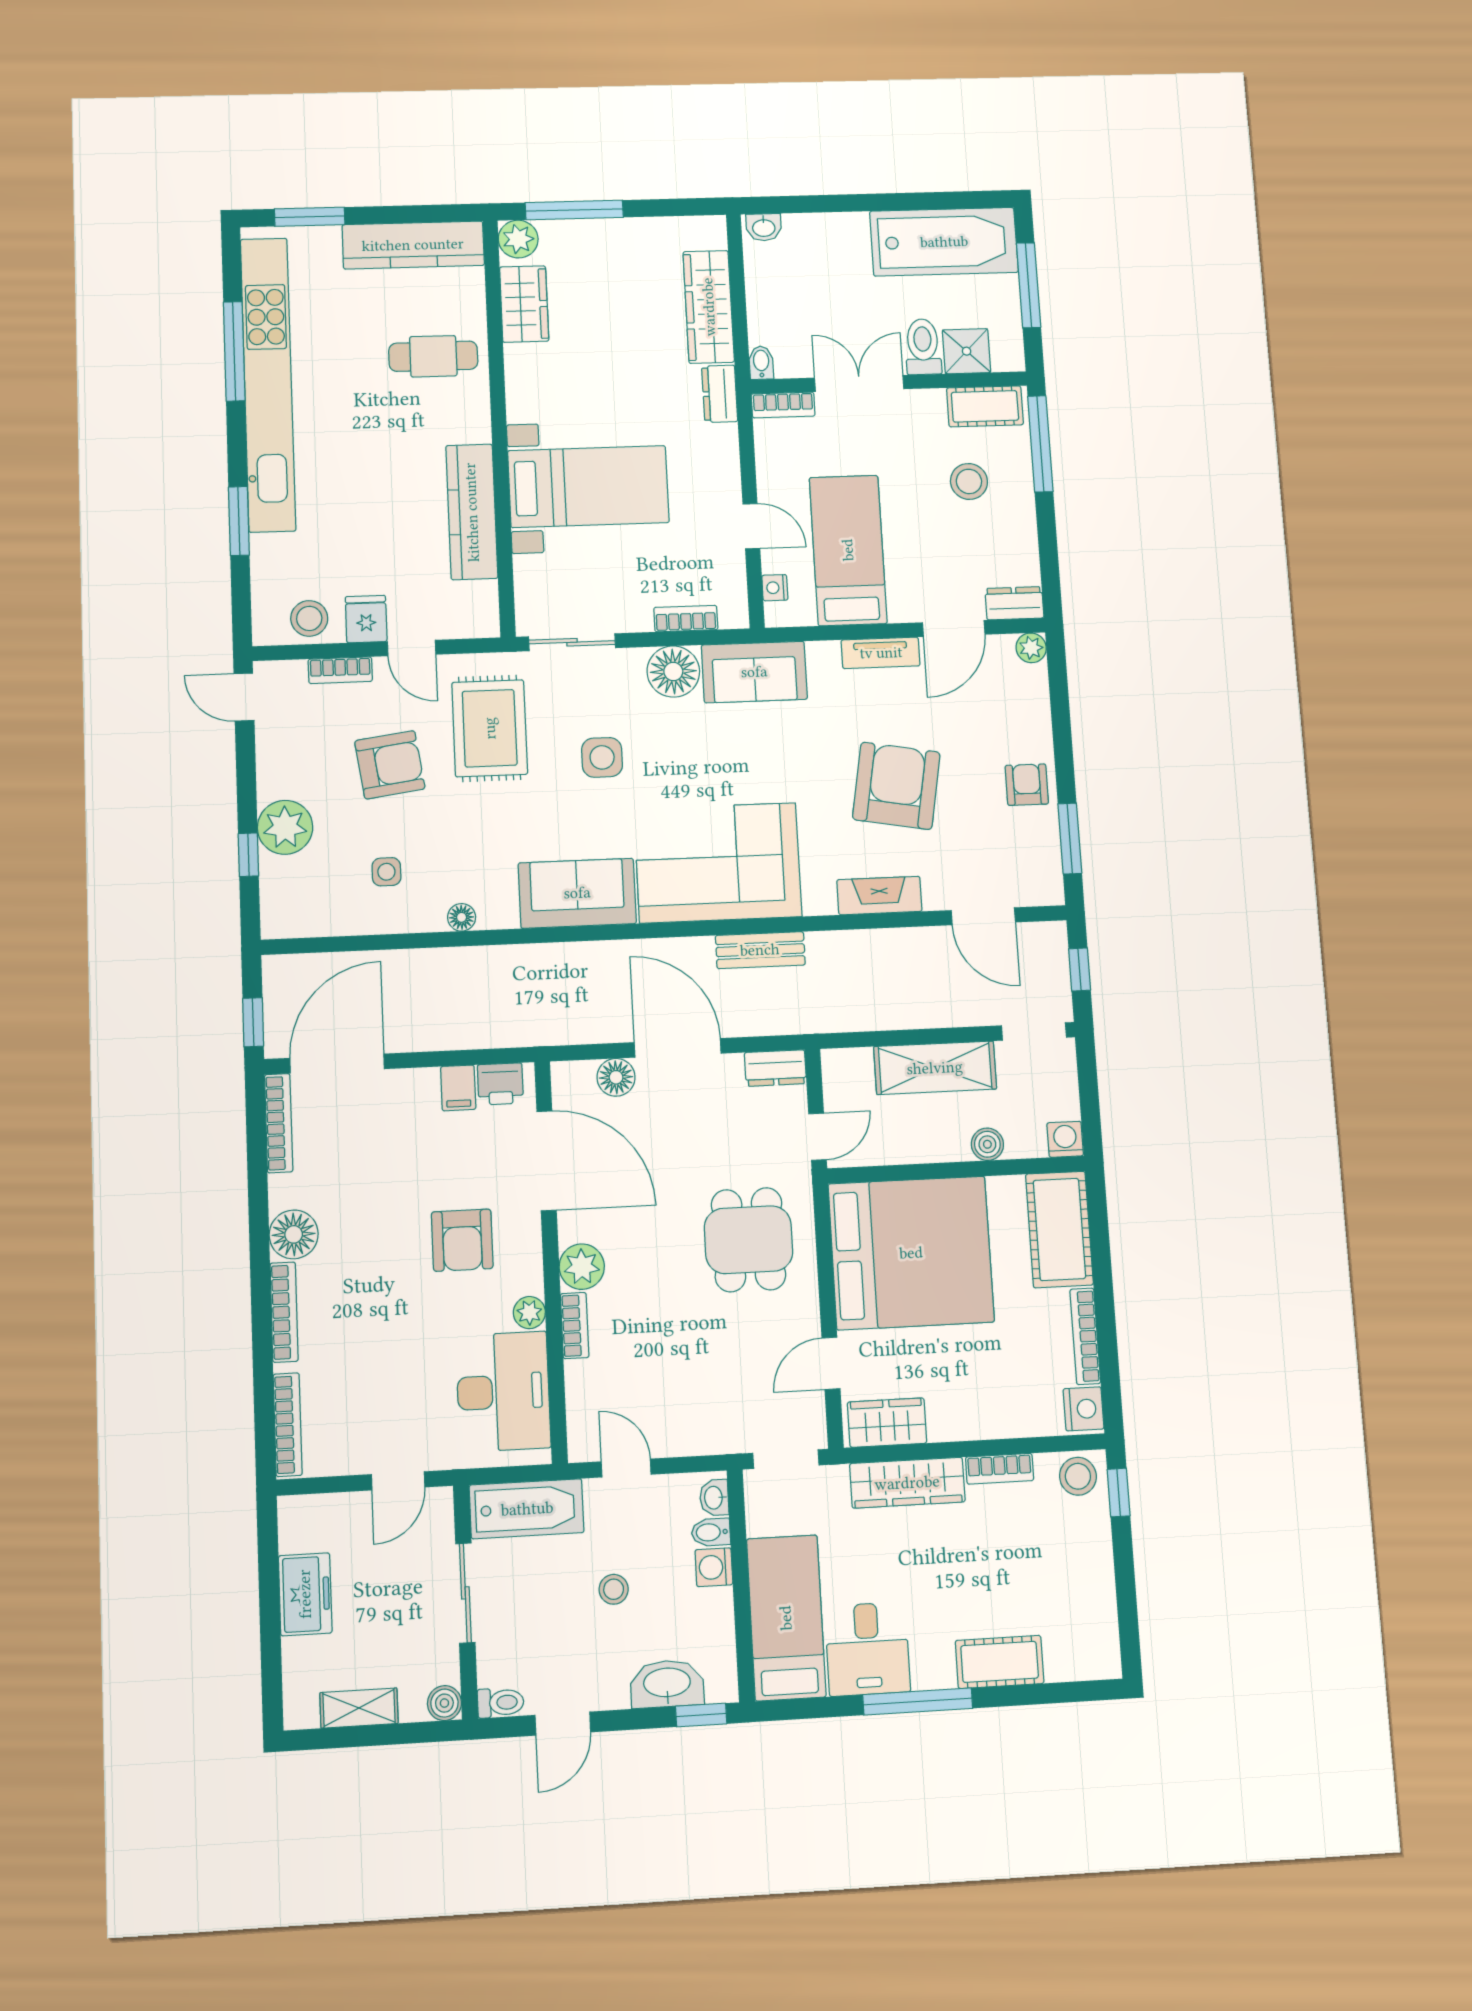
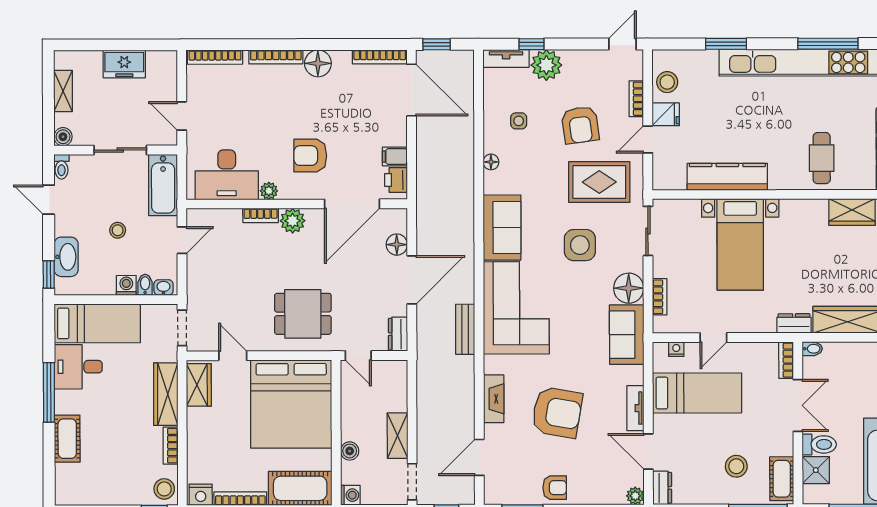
side table: (602, 757) -> (580, 245), width x1.37, depth x1.37
tv unit: (275, 898) -> (506, 58), added
shelving: (935, 1068) -> (397, 436), width x0.67, depth x0.75

